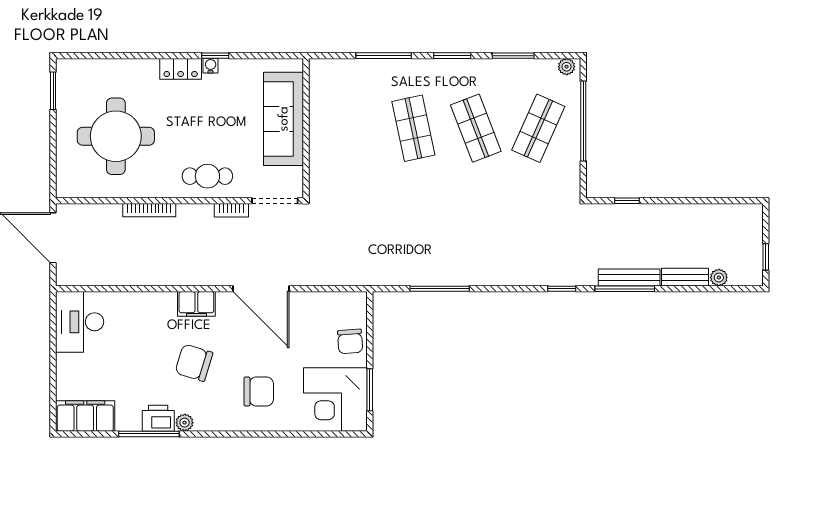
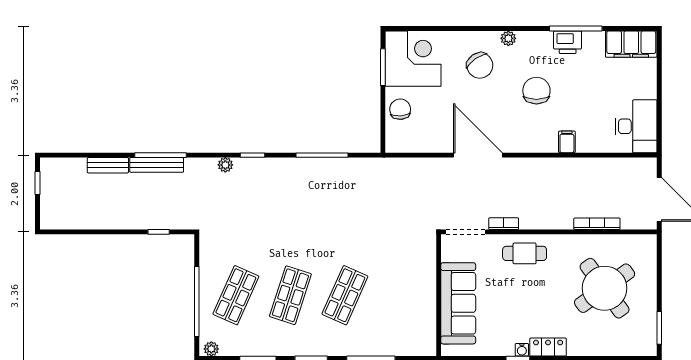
shop shelf: (413, 128) -> (345, 295), turned 36
shop shelf: (476, 128) -> (290, 295), turned 39
round table: (116, 136) -> (605, 288), turned -36
bookcase: (149, 210) -> (597, 224), moved
plant: (719, 277) -> (225, 165), moved
window: (562, 289) -> (253, 155), moved
filing cabinet: (196, 304) -> (567, 142), moved, width x0.50
chair: (194, 363) -> (536, 91), turned -107
chair: (259, 392) -> (480, 65), turned -125
plant: (185, 423) -> (508, 38), moved

